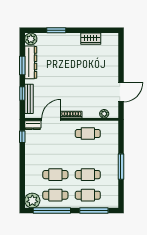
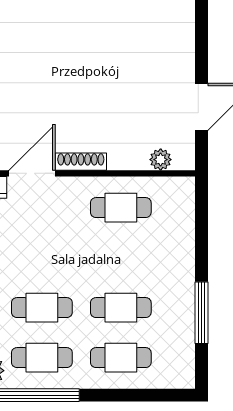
window: (121, 167) -> (201, 313), moved
window: (94, 211) -> (136, 395), removed

